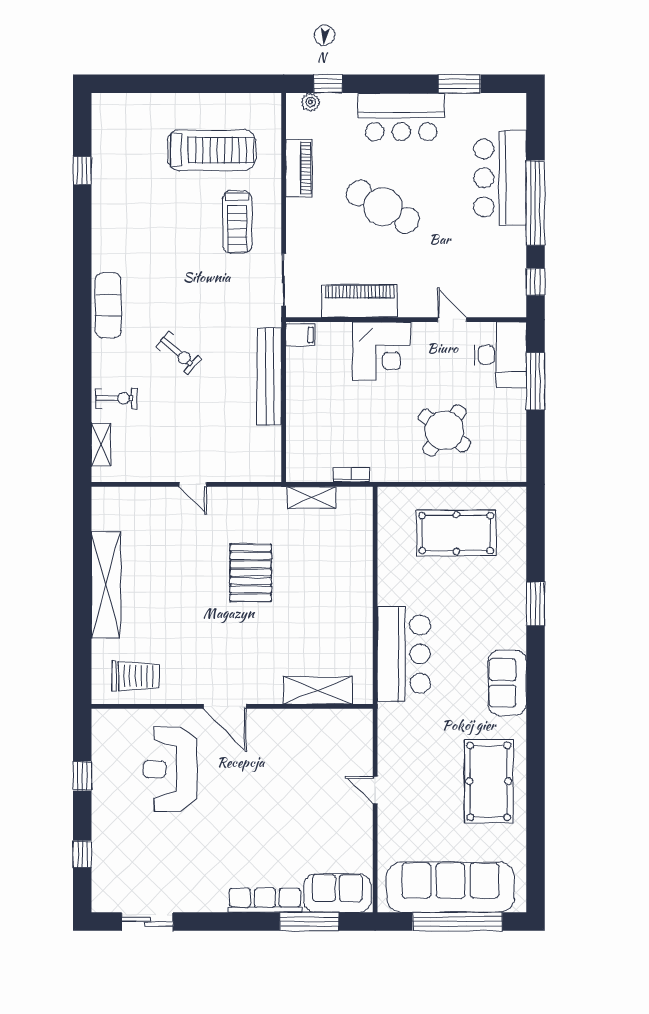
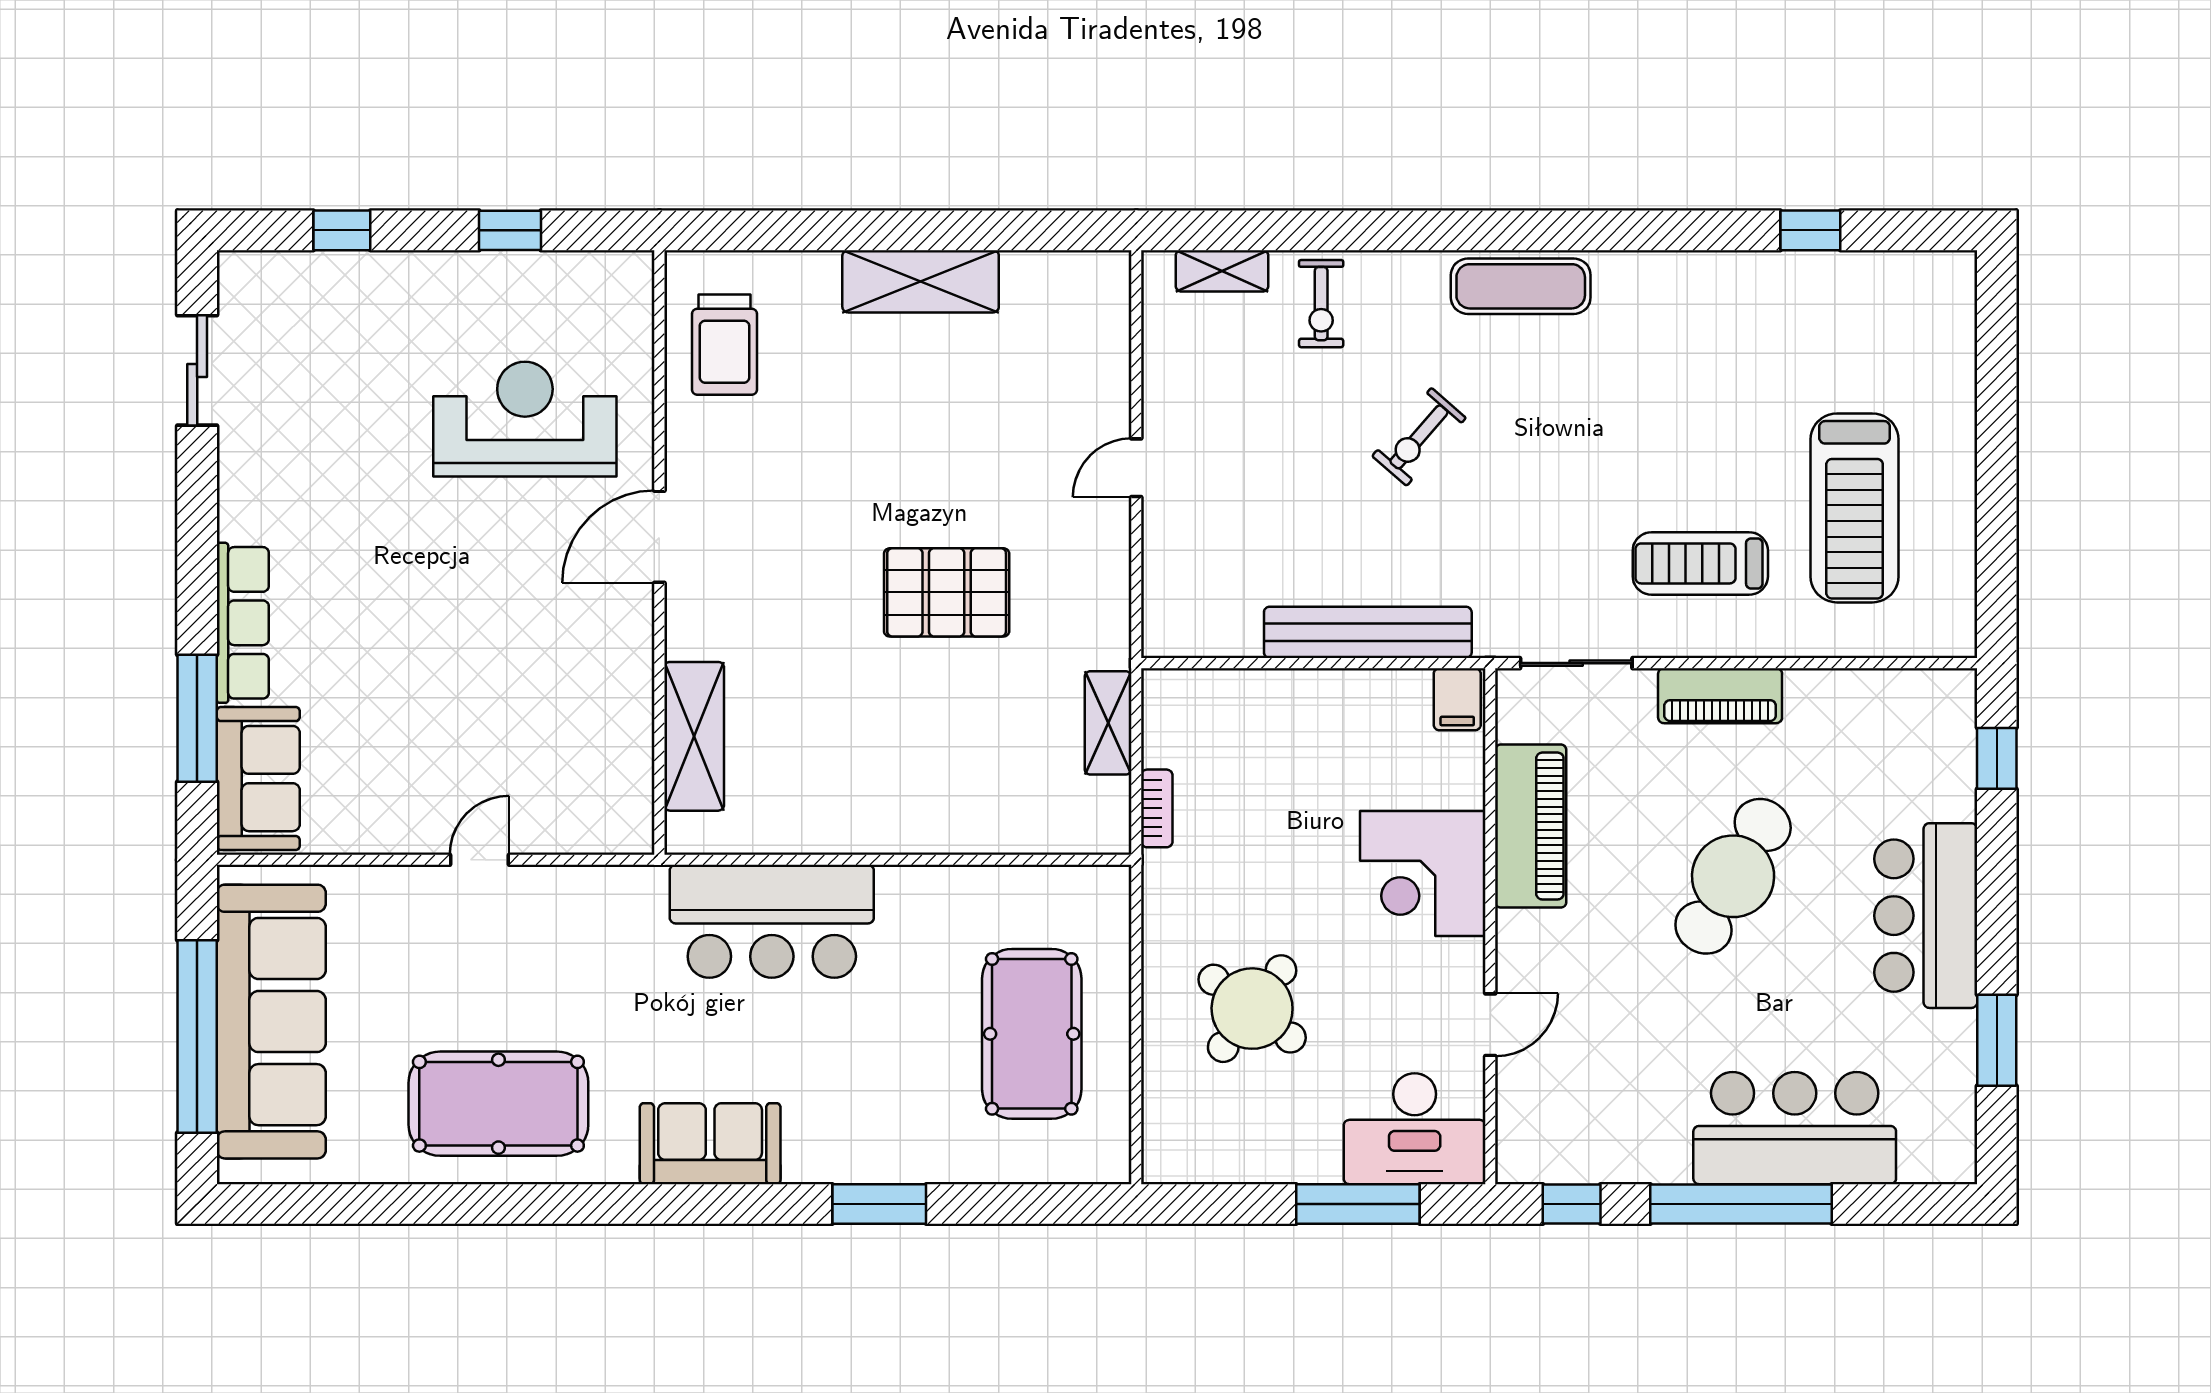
plant: (311, 102) -> (1957, 721), removed
piano: (299, 168) -> (1720, 696), moved
shelving: (106, 585) -> (921, 281), width x0.68

